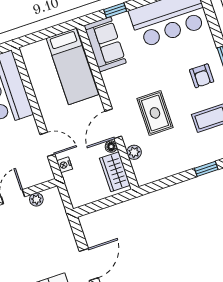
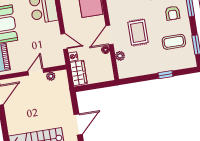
wardrobe: (115, 172) -> (78, 73), moved, turned 180

